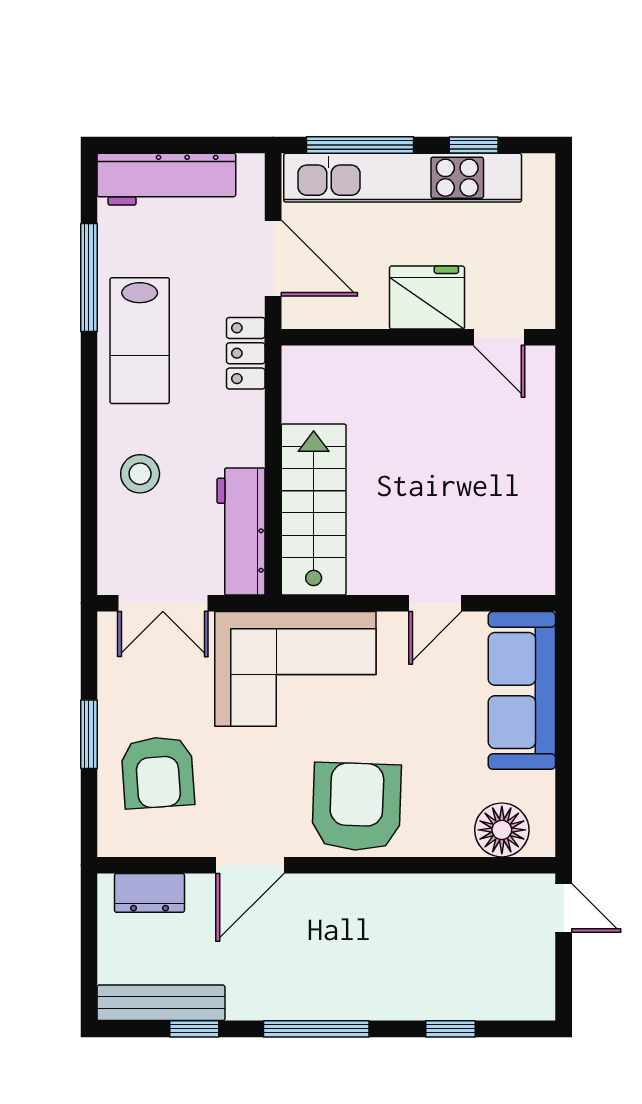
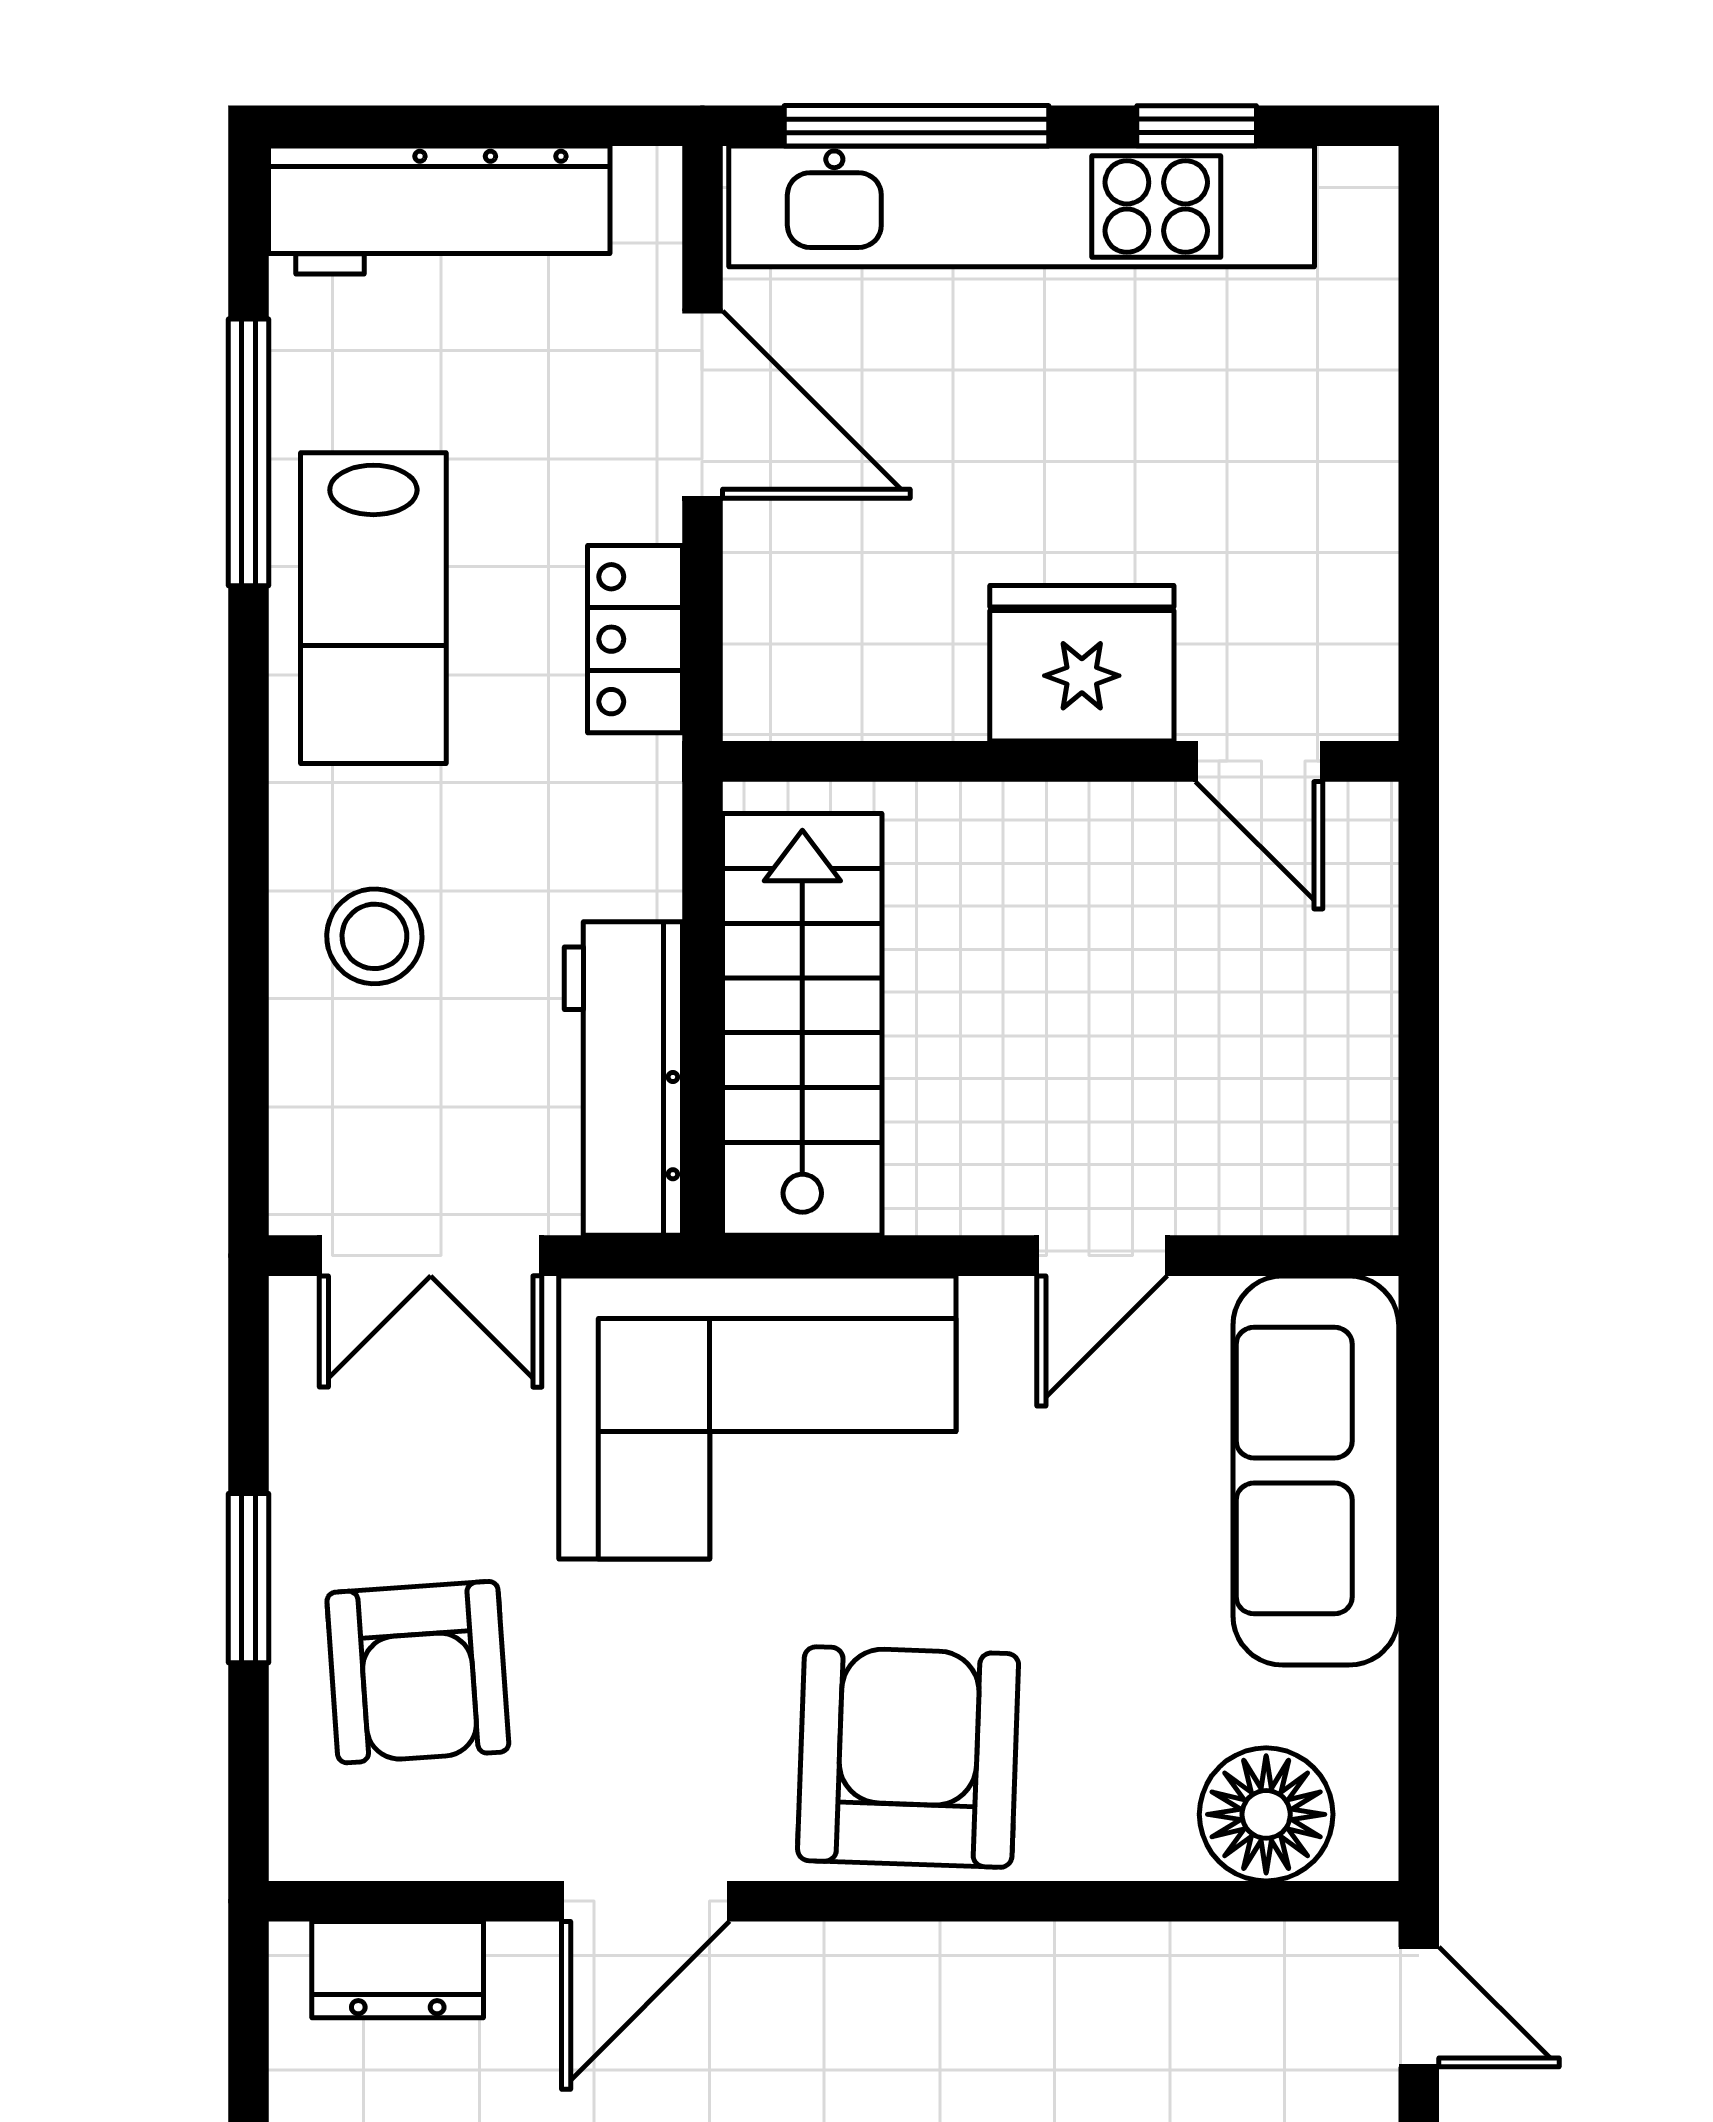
fridge: (427, 298) -> (1082, 663), moved
wall: (418, 337) -> (1061, 761), moved
door: (499, 337) -> (1259, 761), moved

